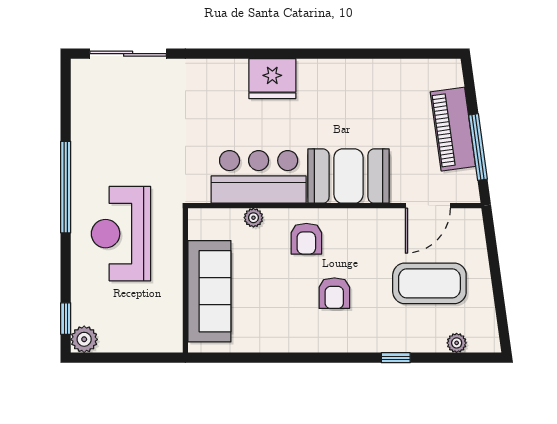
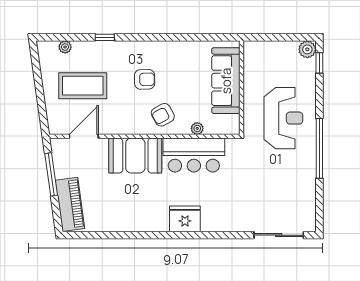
piano: (453, 129) -> (70, 204), moved
armchair: (306, 239) -> (163, 115), turned -119
armchair: (334, 293) -> (145, 79), turned 89

